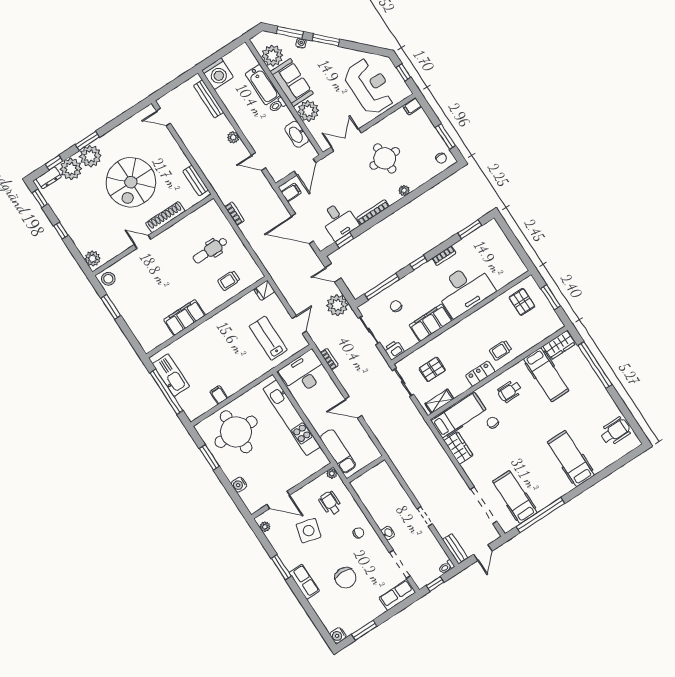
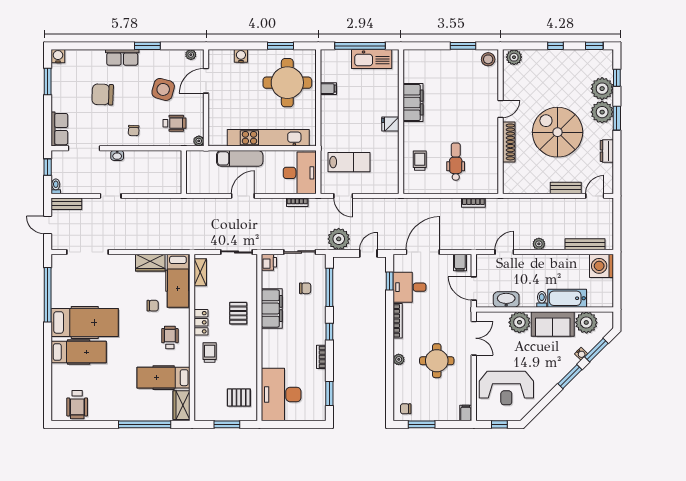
dresser: (49, 178) -> (607, 151), moved
bench: (196, 181) -> (566, 188), moved
desk: (465, 289) -> (281, 395), moved
fridge: (264, 290) -> (390, 124), moved, turned -90
pallet: (432, 369) -> (238, 313), moved
exam couch: (338, 451) -> (240, 158), moved
hospital bed: (515, 497) -> (85, 322), moved, width x1.37, depth x1.29

